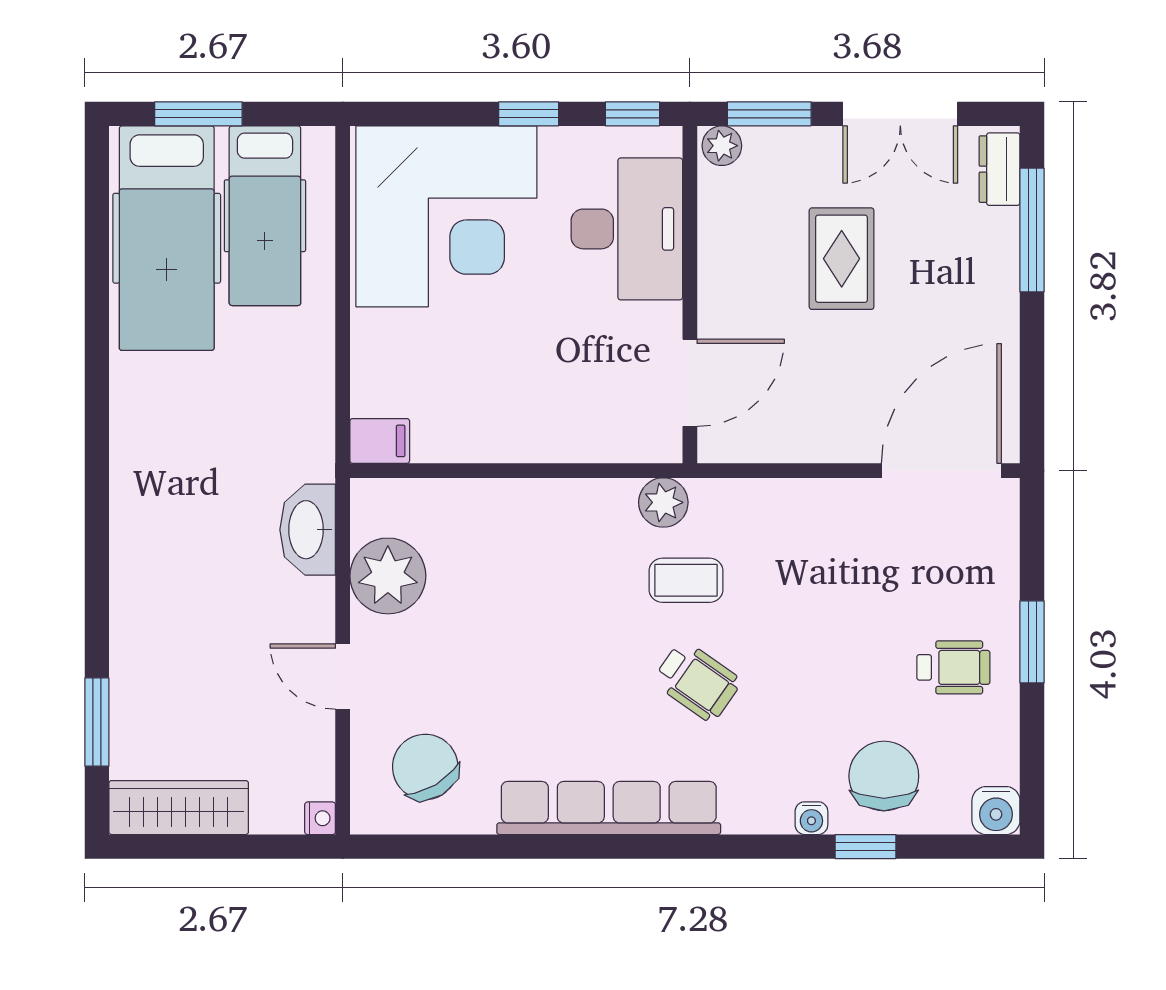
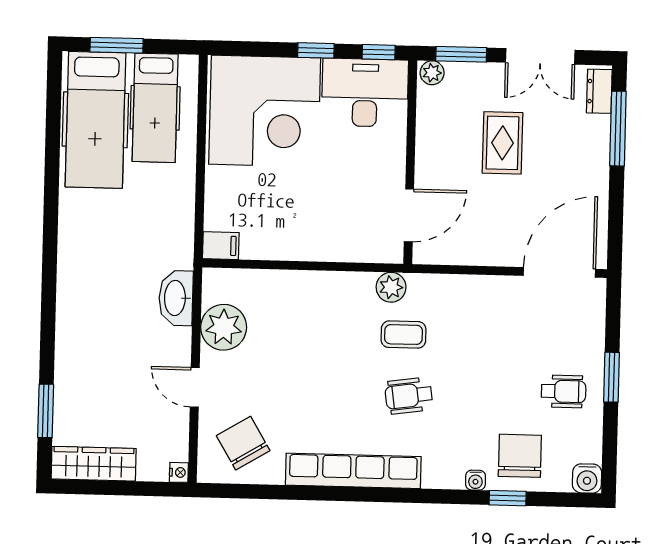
desk: (627, 229) -> (365, 93), moved, turned -90
wheelchair: (697, 681) -> (409, 396), turned 137

